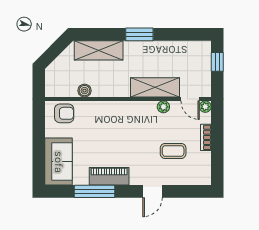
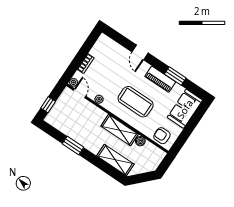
window: (139, 34) -> (73, 146), moved
shelving: (155, 87) -> (120, 130), moved
coffee table: (173, 151) -> (136, 102), moved, width x1.86, depth x1.72
window: (94, 191) -> (175, 76), width x0.69
door: (153, 191) -> (140, 52), swing flipped

